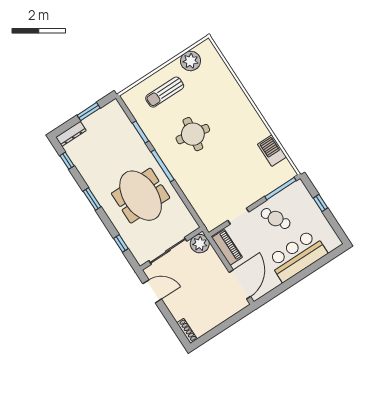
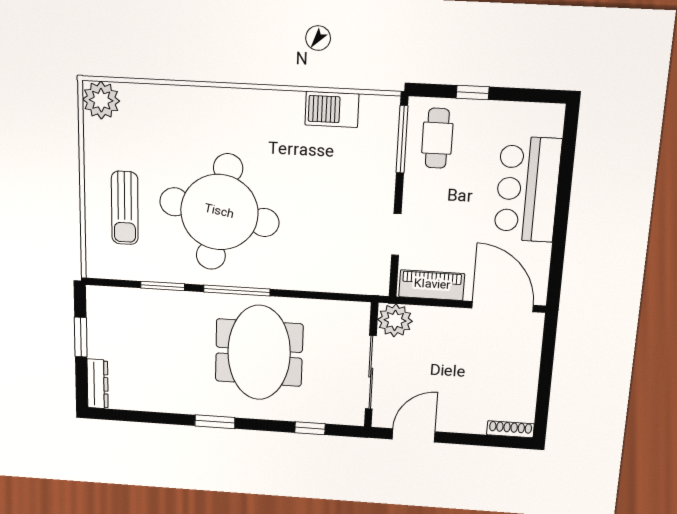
plant: (191, 61) -> (101, 100), moved
round table: (193, 134) -> (219, 212), width x1.86, depth x1.86
window: (67, 161) -> (134, 416), removed
meeting table: (141, 196) -> (259, 353), turned 90
cafe table: (276, 219) -> (437, 138), moved, turned -61

